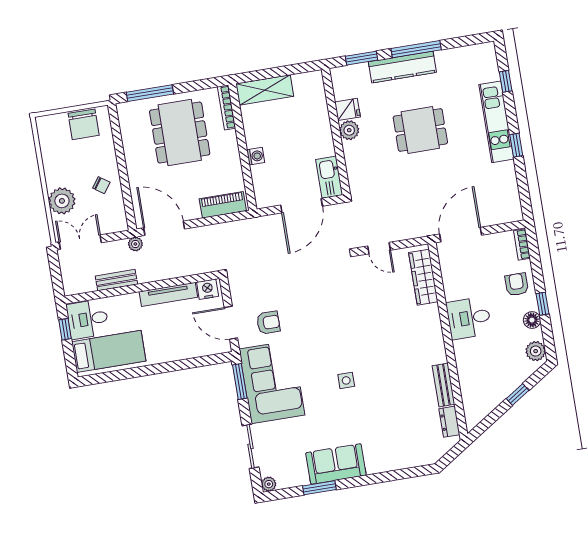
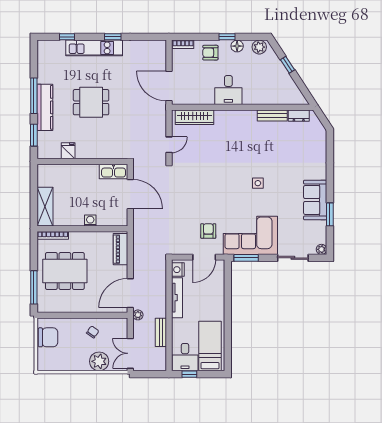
plant: (349, 130) -> (83, 152), removed
dining table: (420, 130) -> (91, 102), turned 90

